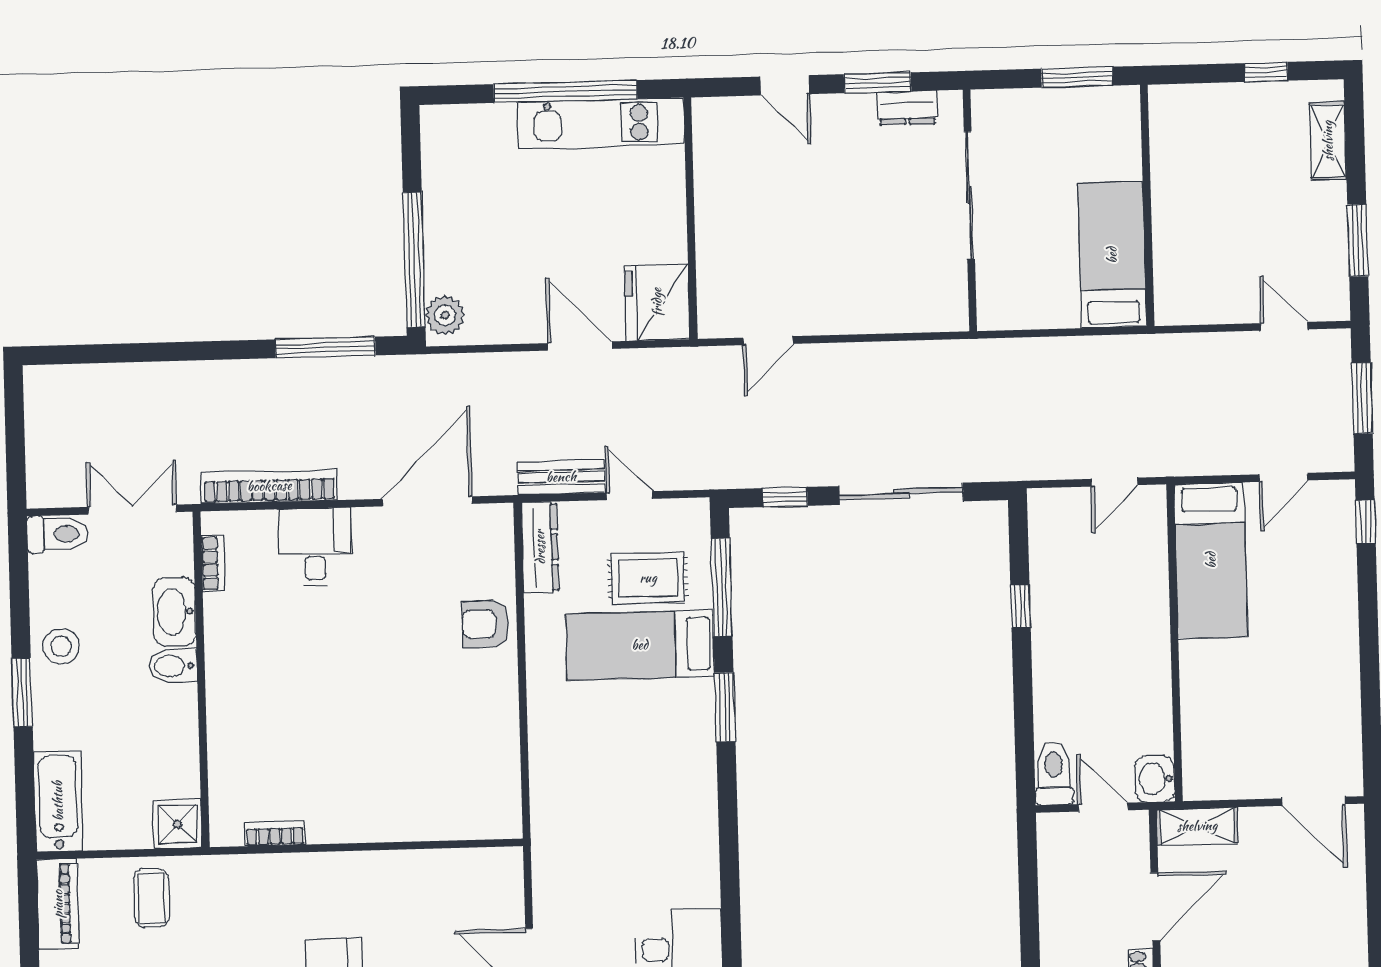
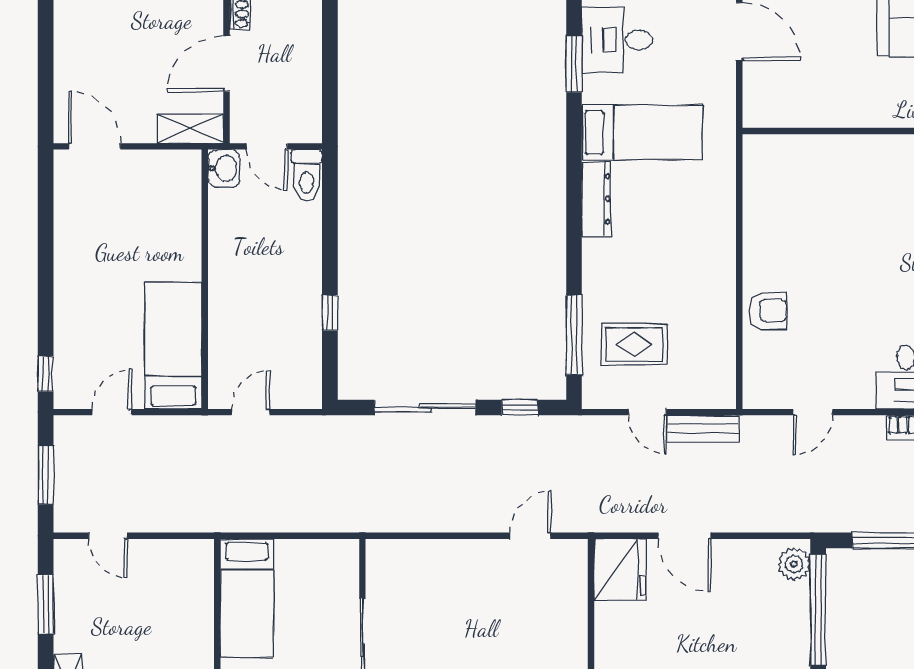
door: (427, 501) -> (813, 412), width x0.53
dresser: (540, 547) -> (596, 199), moved, turned 180
bed: (640, 645) -> (642, 132), moved
window: (725, 707) -> (574, 64), moved

